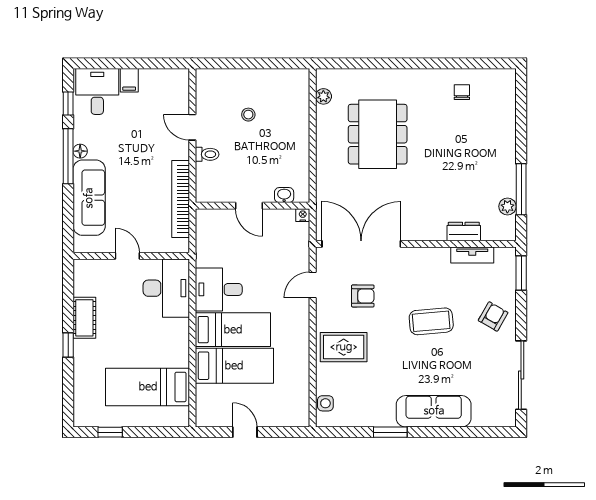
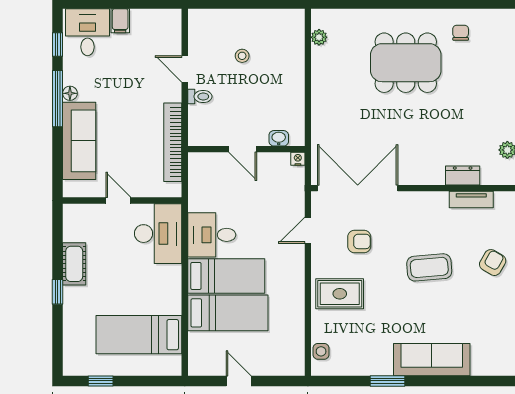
dining table: (378, 134) -> (406, 63), moved, turned 90

